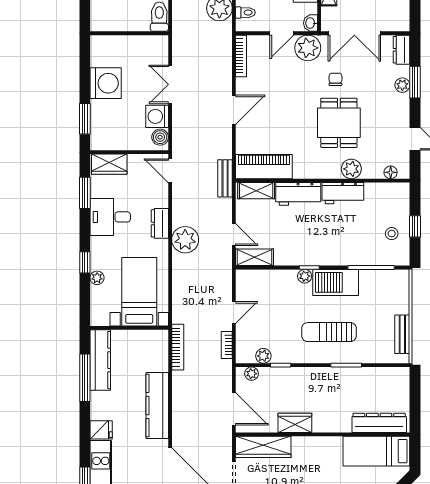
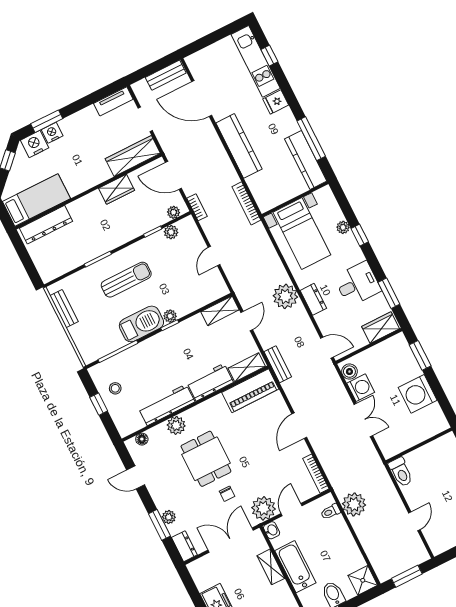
workbench: (343, 193) -> (167, 405), width x1.38
door: (234, 235) -> (247, 321), swing flipped
bookcase: (227, 345) -> (197, 207), moved

